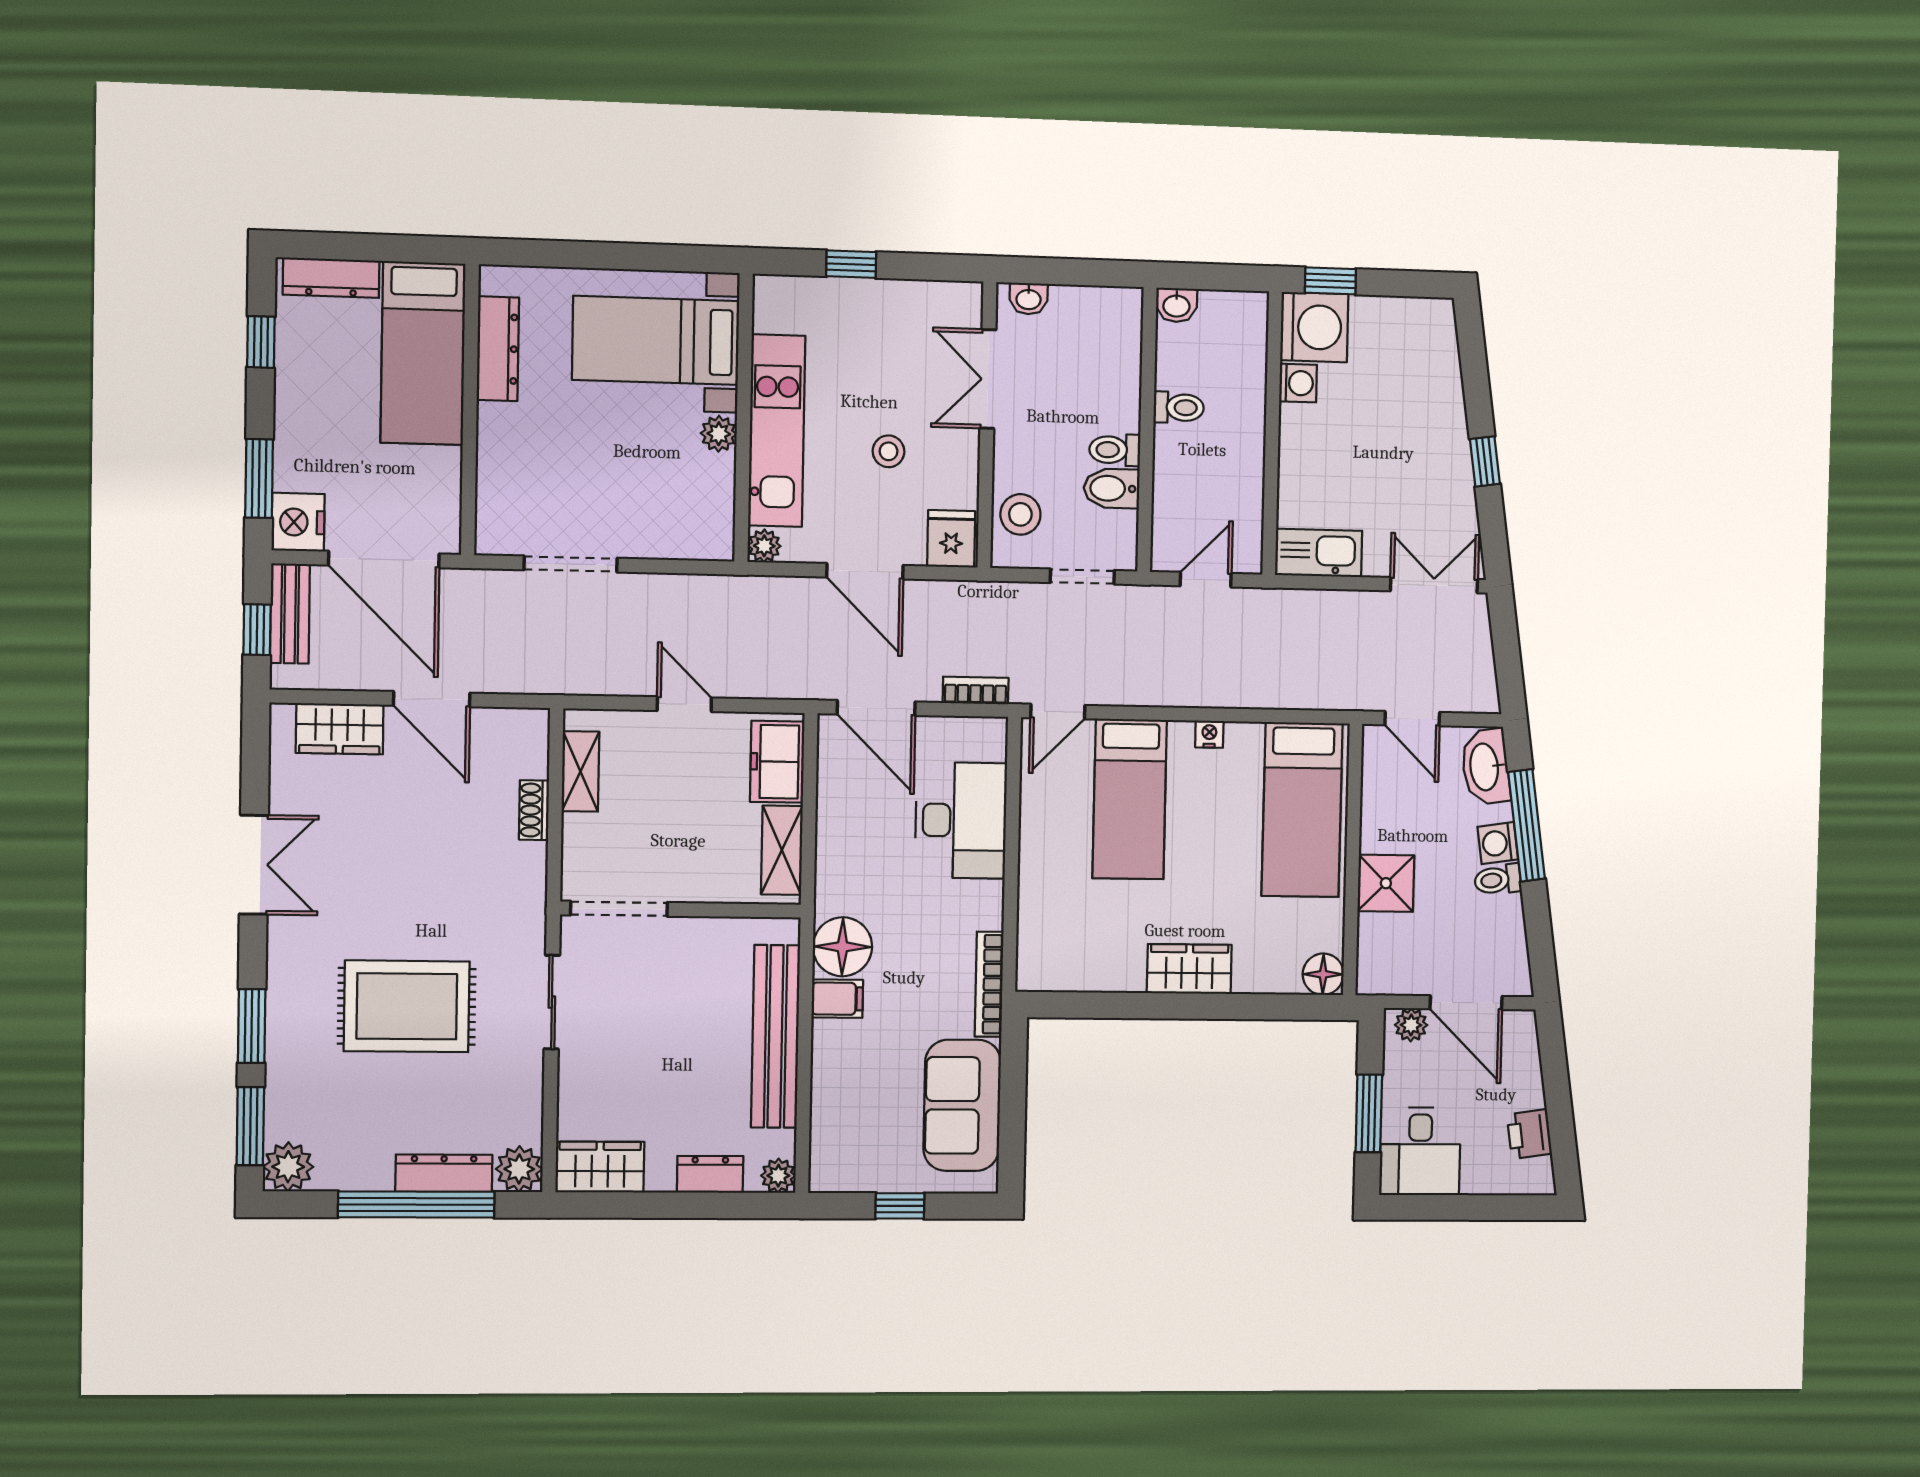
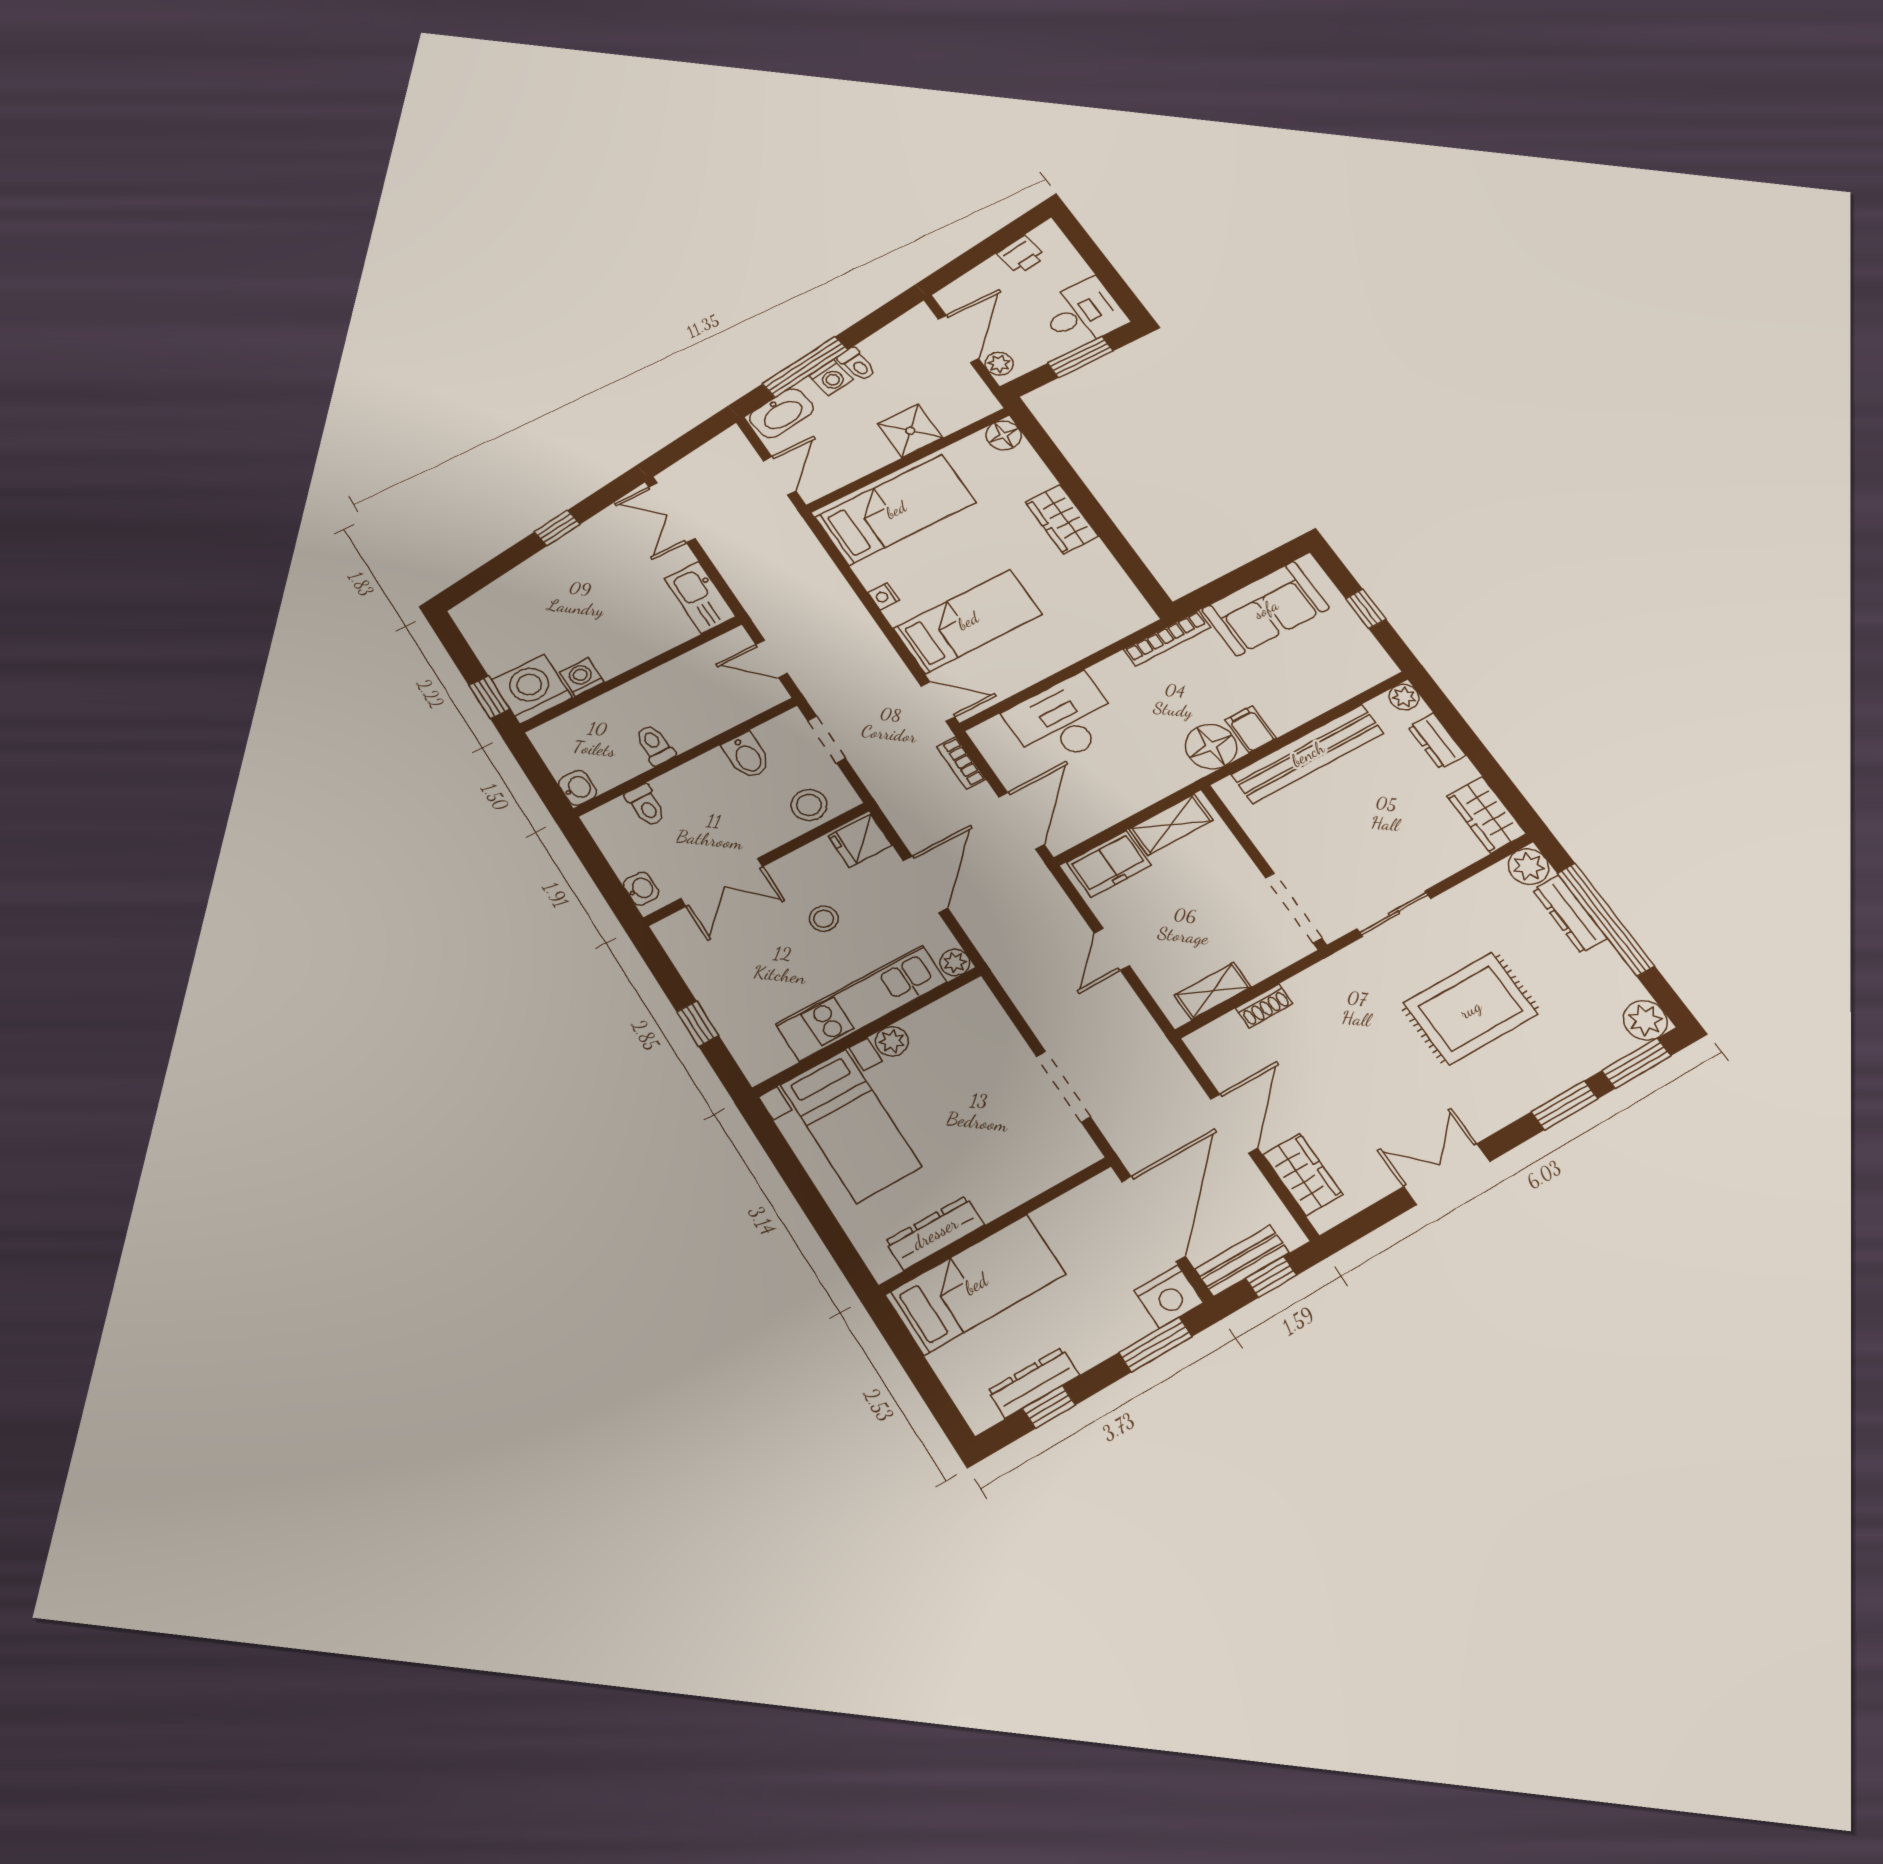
dresser: (331, 278) -> (1034, 1383), moved, turned -90
toilet: (1115, 450) -> (646, 805), moved
rug: (407, 1006) -> (1470, 1009), turned 90

